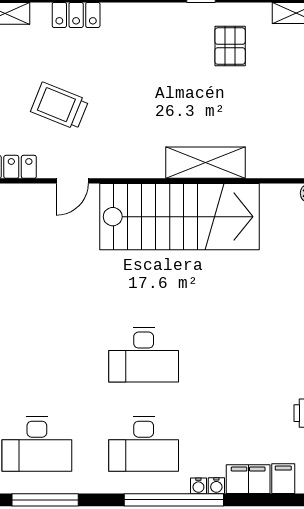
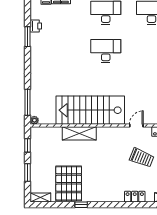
pallet: (230, 46) -> (69, 183), width x2.05, depth x2.00

